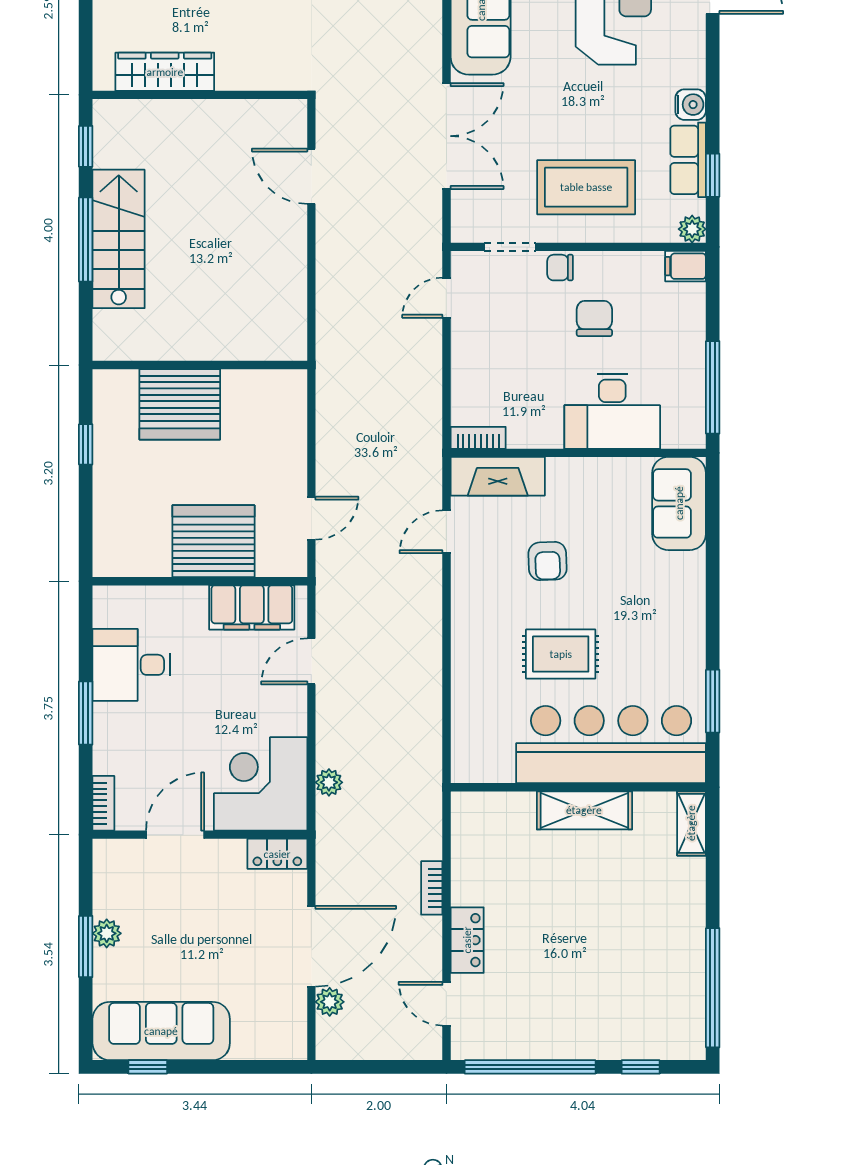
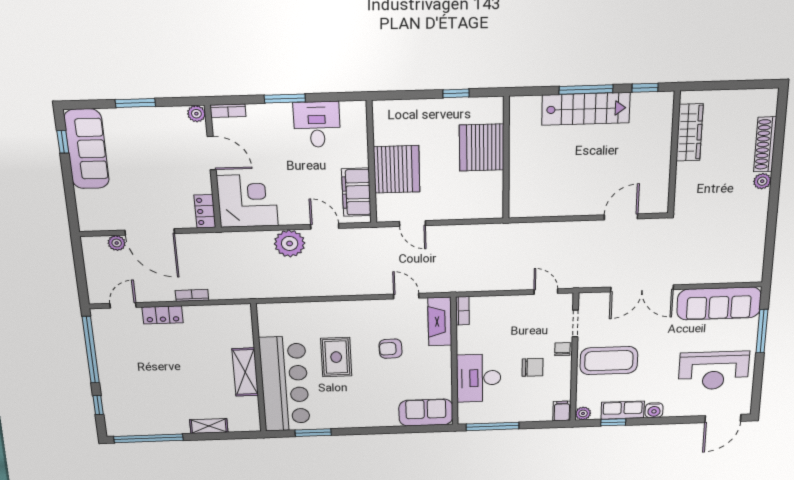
coffee table: (586, 187) -> (609, 361), turned 90
plant: (329, 782) -> (290, 243), moved, width x1.87, depth x1.87
shelving: (691, 823) -> (209, 426), moved
plant: (107, 933) -> (196, 114), moved

